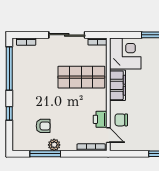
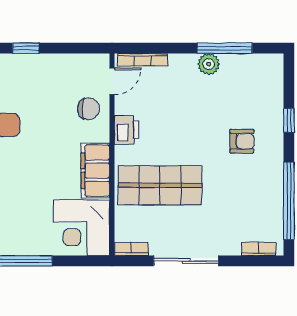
printer: (100, 119) -> (127, 130), moved
armchair: (43, 126) -> (242, 141), moved, turned 180
door: (108, 135) -> (112, 81), swing flipped

